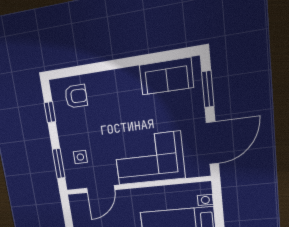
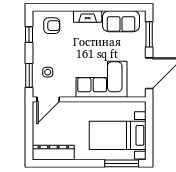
fireplace: (120, 77) -> (88, 17), added
door: (101, 189) -> (48, 99), moved

